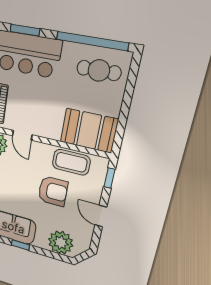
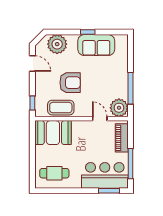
window: (92, 41) -> (62, 191), removed
armchair: (53, 191) -> (70, 83), turned 180
door: (101, 216) -> (32, 64), moved

